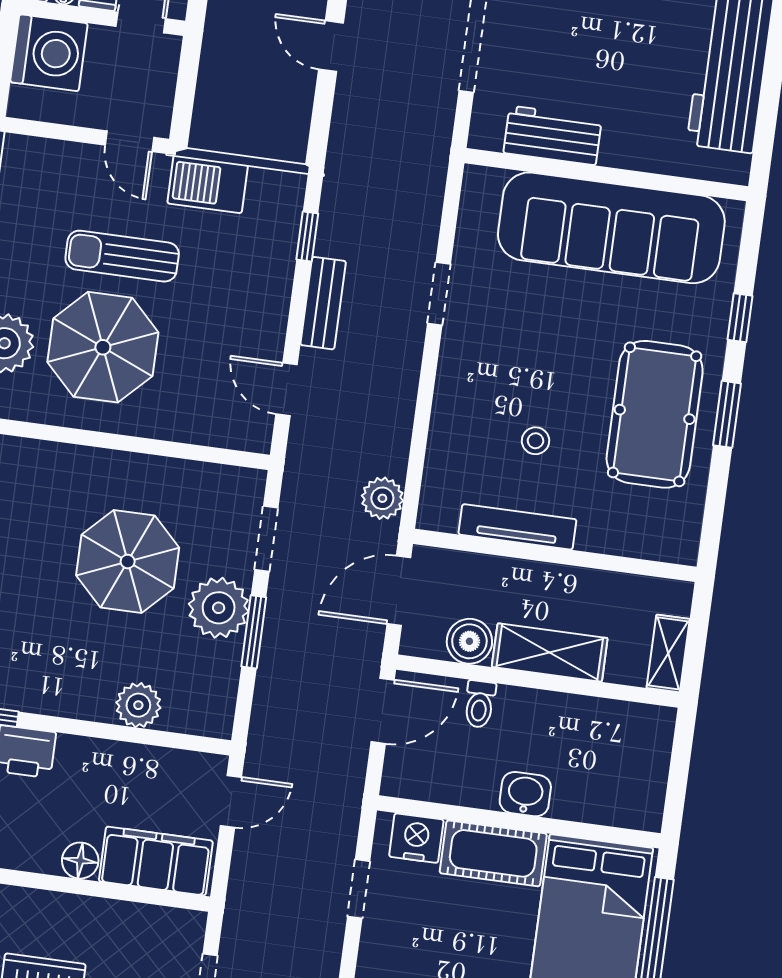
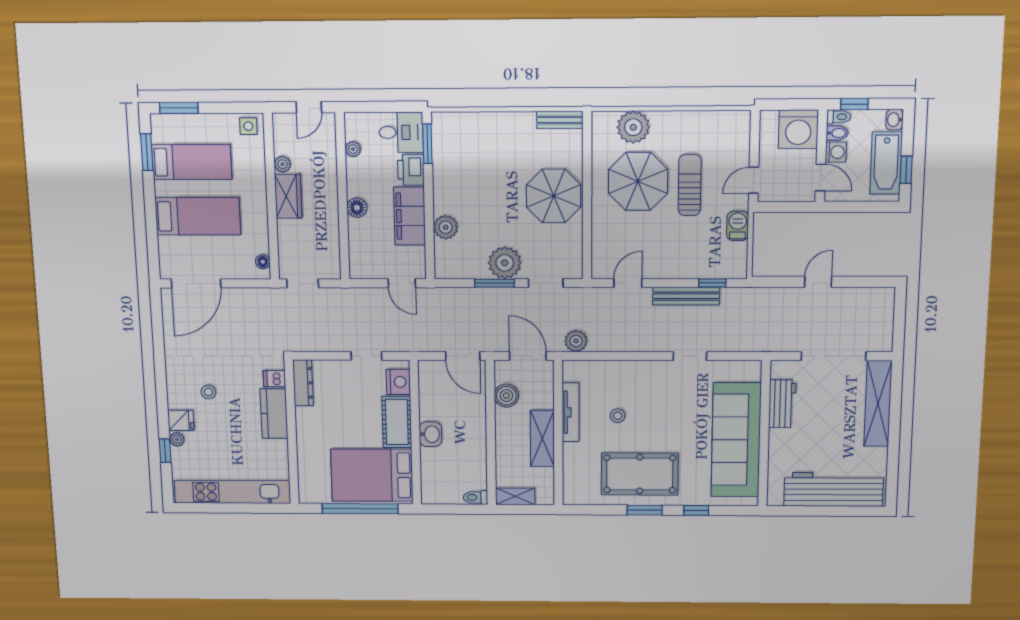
barbecue: (208, 184) -> (738, 226), width x0.73, depth x0.79
bench: (323, 303) -> (686, 296), width x1.36
parasol: (128, 561) -> (554, 196), moved
shelving: (550, 653) -> (542, 438), moved
toilet: (480, 704) -> (475, 497), moved
filing cabinet: (156, 861) -> (410, 216), moved, turned 180

